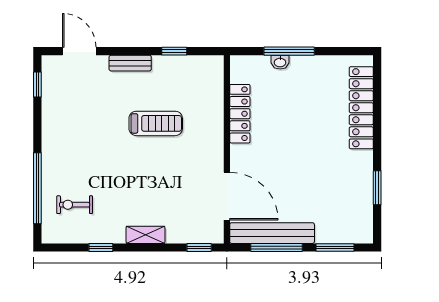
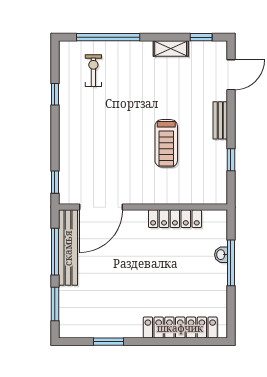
shelving: (145, 235) -> (171, 49), moved, turned 90

